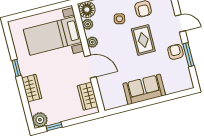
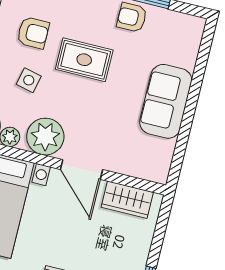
plant: (92, 42) -> (45, 137), width x1.88, depth x1.88
door: (90, 67) -> (82, 169), swing flipped

